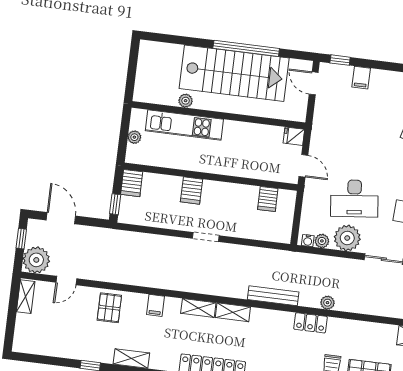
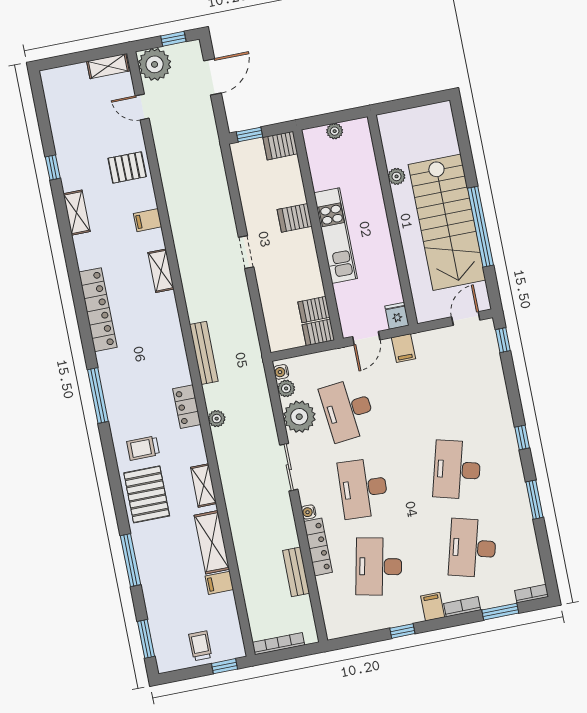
filing cabinet: (361, 78) -> (404, 348), moved, turned -90
kitchen unit: (184, 125) -> (336, 236), moved, turned 180
server rack: (287, 201) -> (318, 332), added
shelving: (233, 312) -> (204, 485), moved

